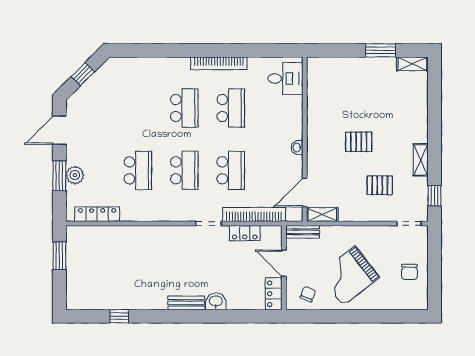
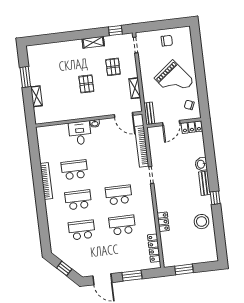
shelving: (412, 64) -> (37, 96), moved
desk: (285, 78) -> (80, 133), moved
school desk: (231, 170) -> (82, 230), moved
plant: (75, 175) -> (130, 266), removed
shelving: (322, 215) -> (135, 88), moved
locker: (245, 233) -> (163, 222), moved
stool: (129, 291) -> (202, 222), added
window: (119, 316) -> (215, 198), moved

